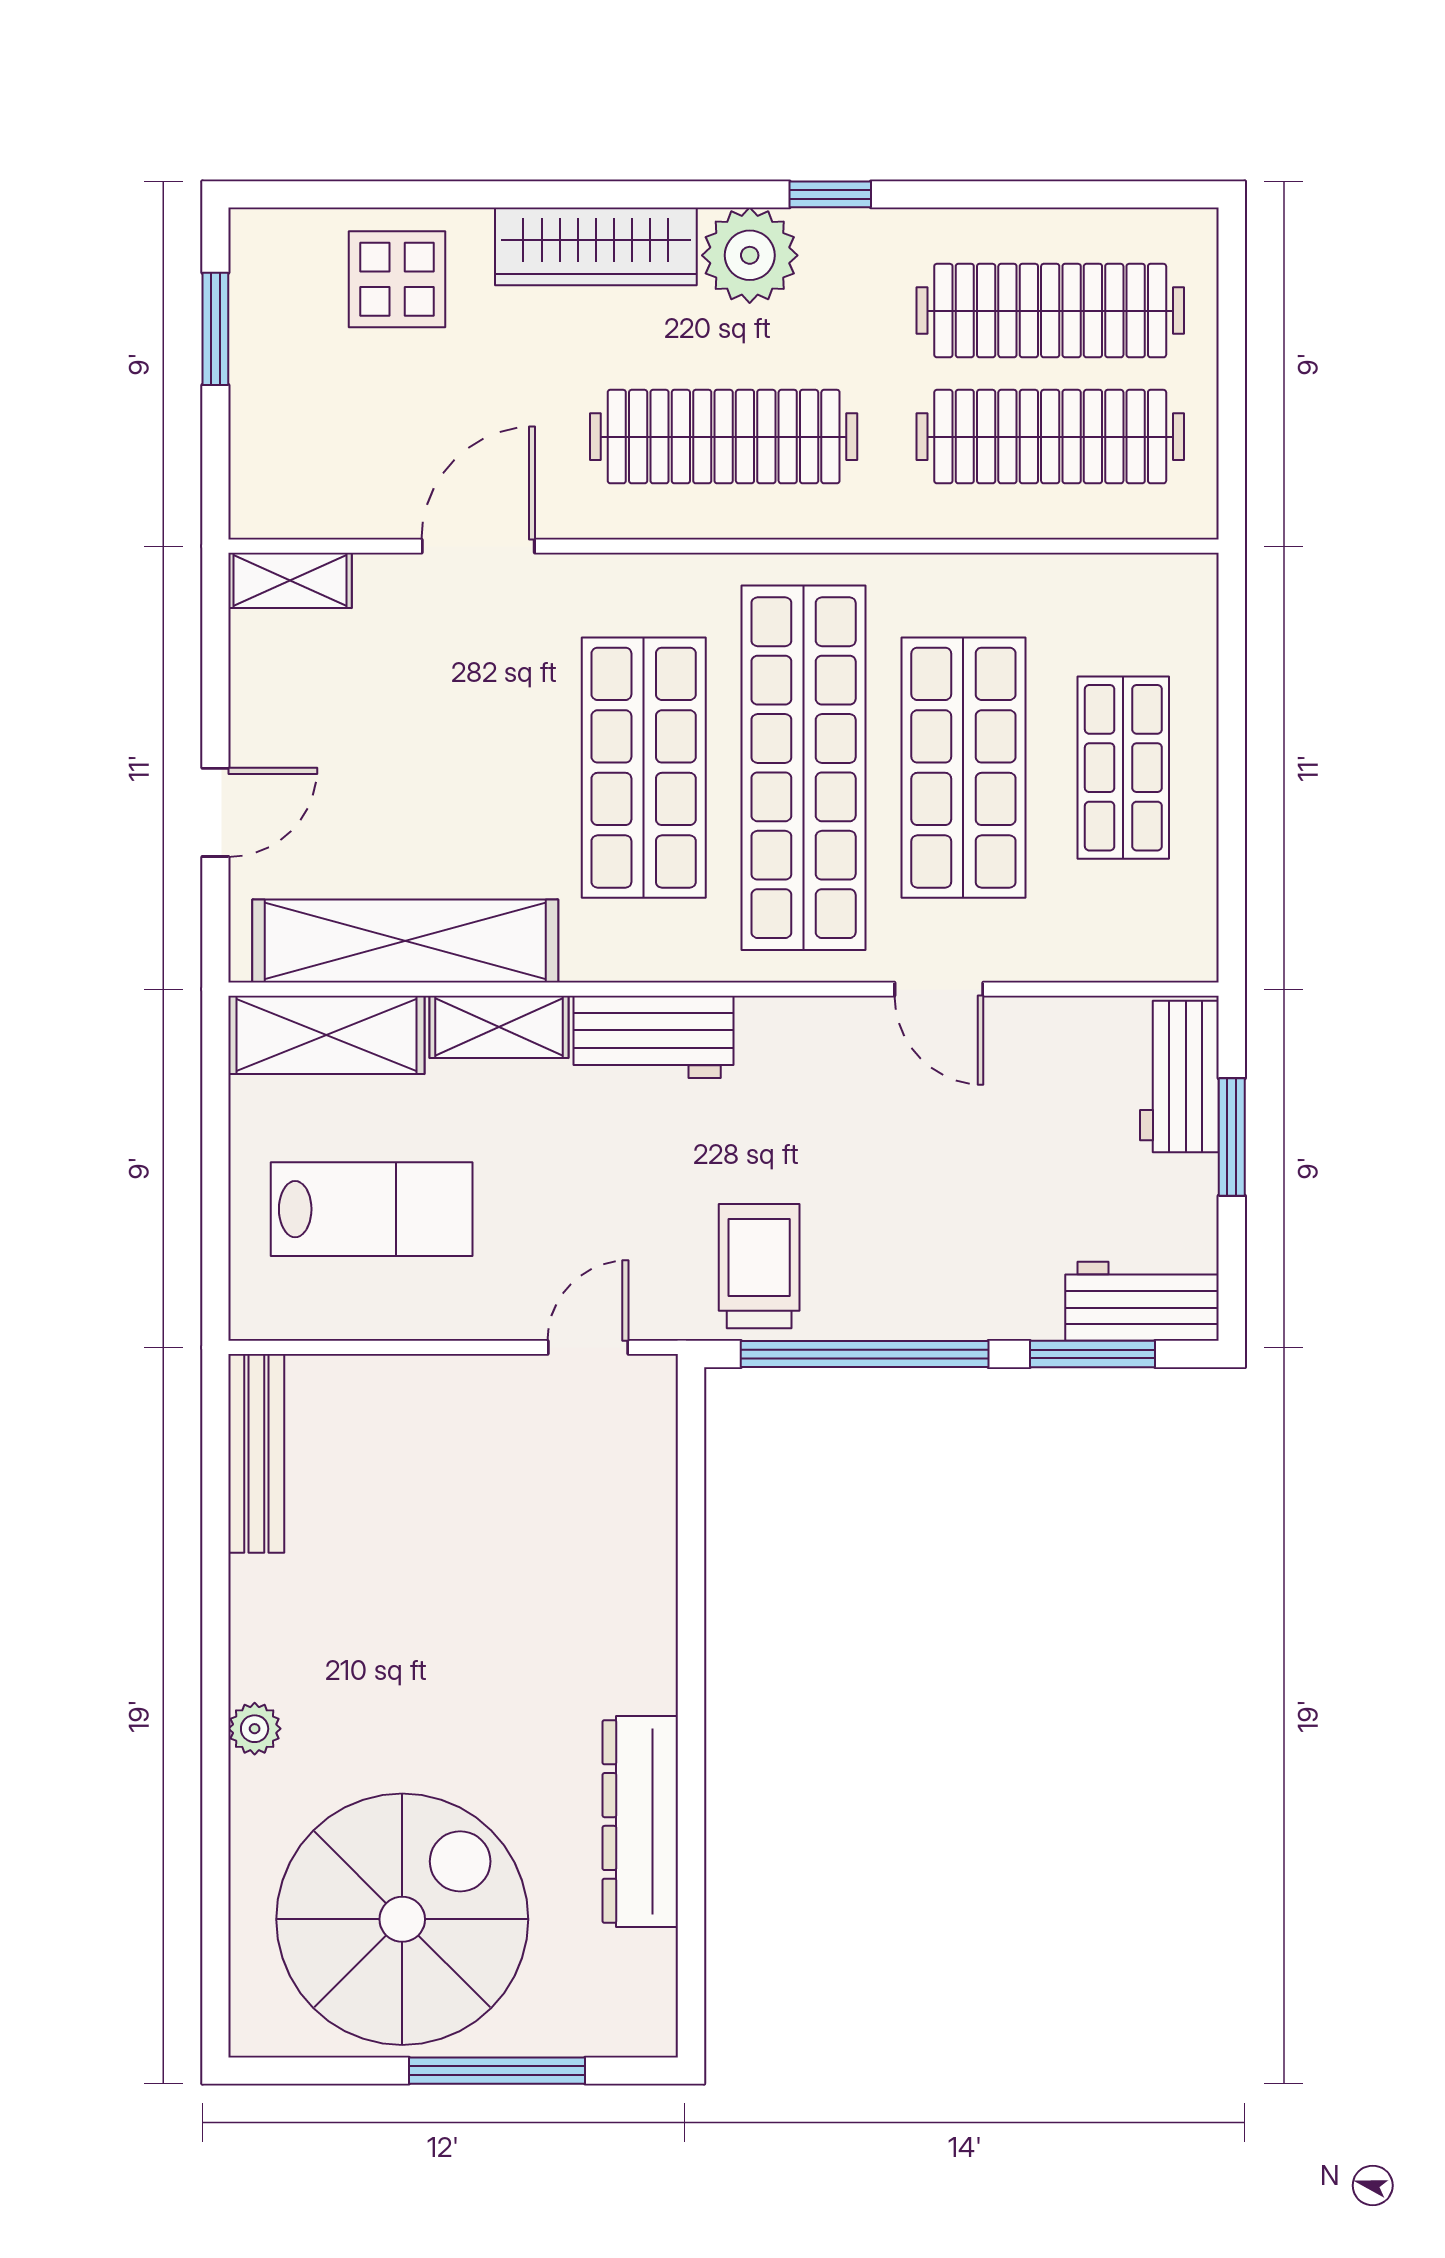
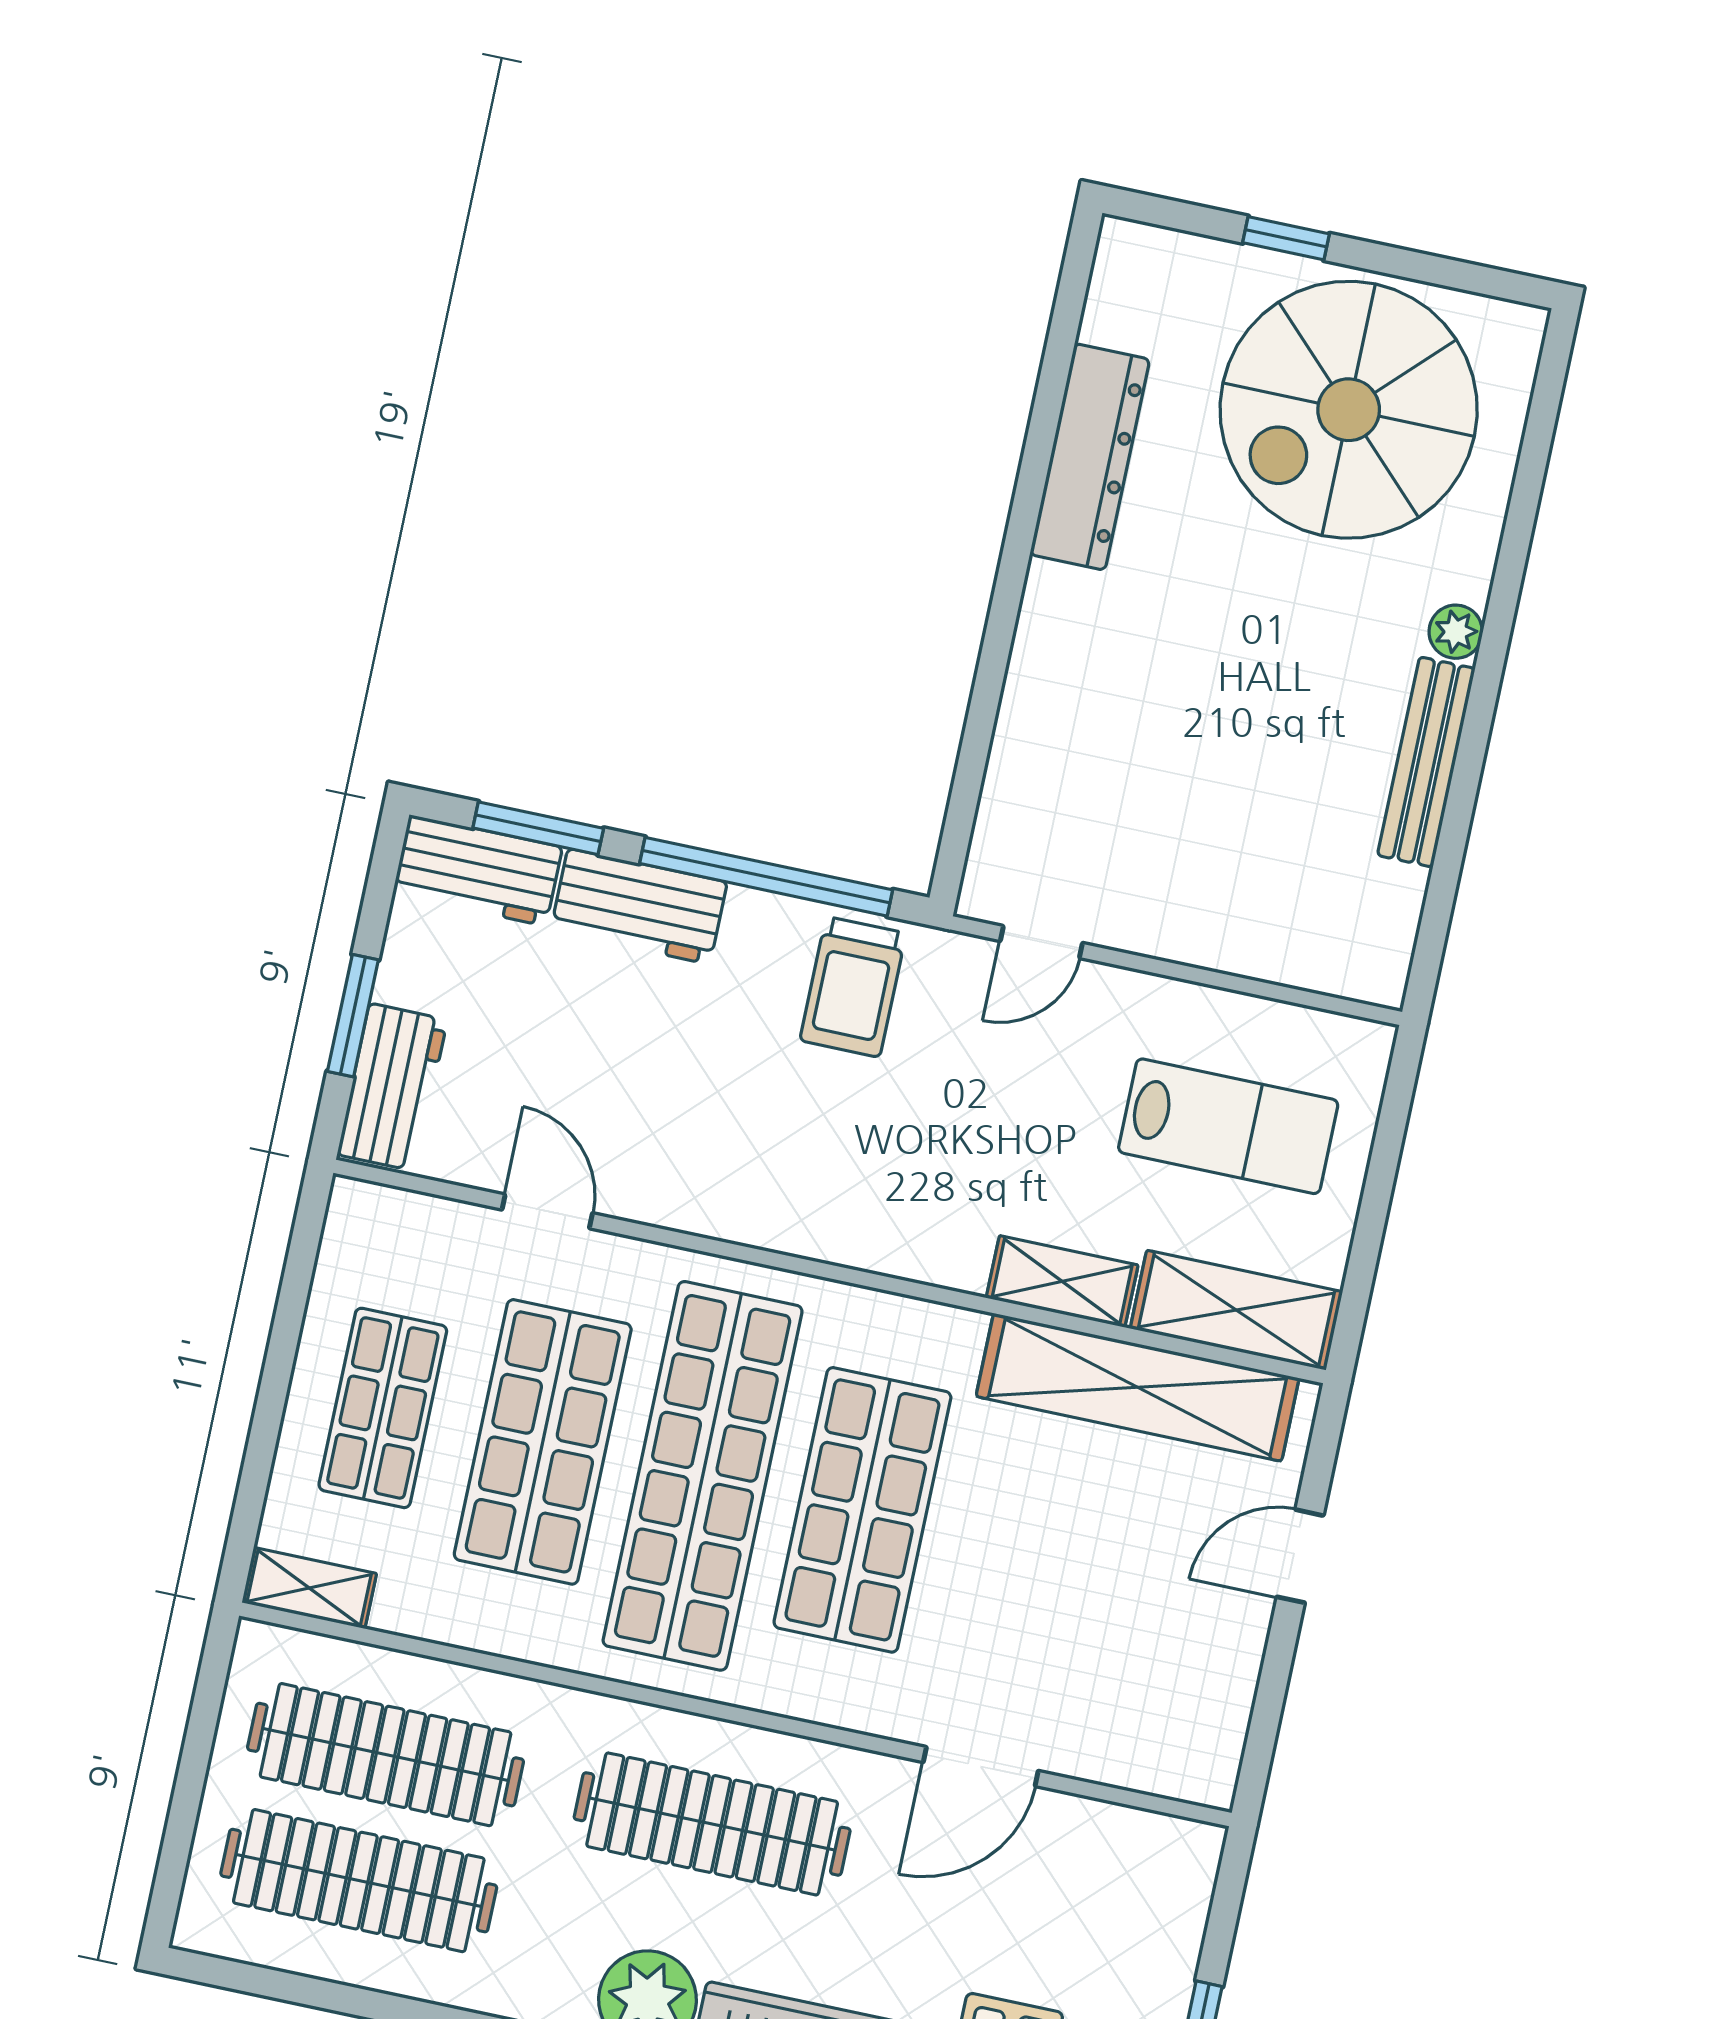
shelving: (290, 580) -> (309, 1588), moved
door: (939, 989) -> (547, 1211), moved
workbench: (653, 1037) -> (639, 906), moved, turned 180
lab bench: (372, 1209) -> (1228, 1126), turned 180
bench: (256, 1453) -> (1426, 762), moved
window: (497, 2071) -> (1286, 238), width x0.46

